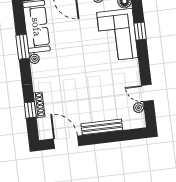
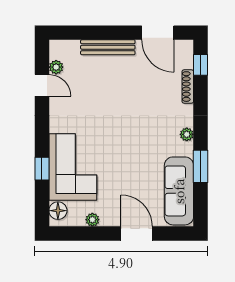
plant: (34, 59) -> (187, 134), moved
window: (30, 110) -> (201, 65), moved

